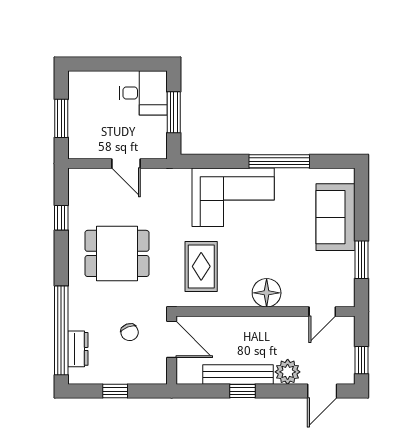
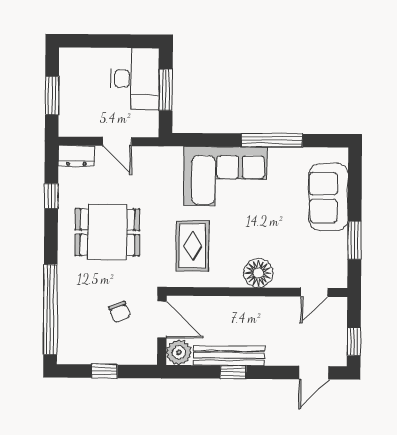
desk: (143, 93) -> (135, 79), width x1.37
dresser: (78, 349) -> (76, 156), moved, turned 90
plant: (288, 372) -> (179, 352), moved

